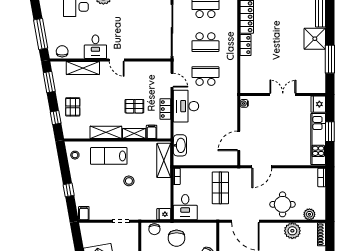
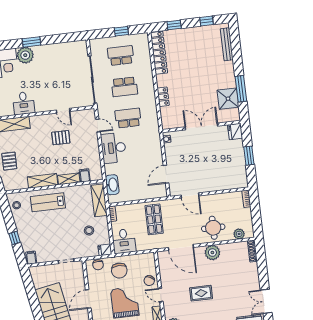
shower: (315, 39) -> (228, 99), moved
locker: (246, 45) -> (163, 97), moved
door: (117, 60) -> (63, 111), moved
double door: (283, 94) -> (201, 126), width x1.37
pallet: (134, 106) -> (61, 138), moved
locker: (165, 109) -> (95, 153), removed
kitchen unit: (318, 139) -> (239, 164), removed
door: (262, 167) -> (190, 195), hinge flipped
stool: (129, 181) -> (89, 231), moved
plant: (292, 231) -> (212, 253), moved

